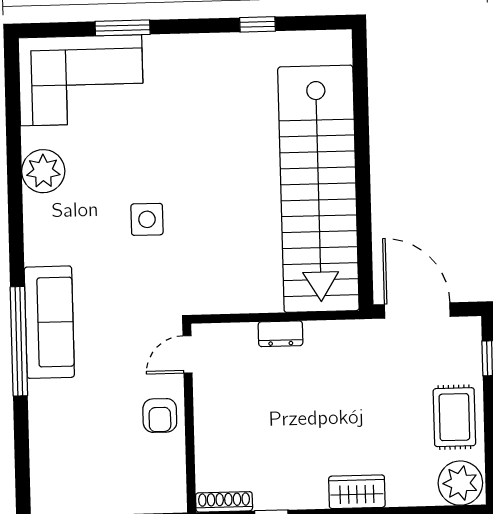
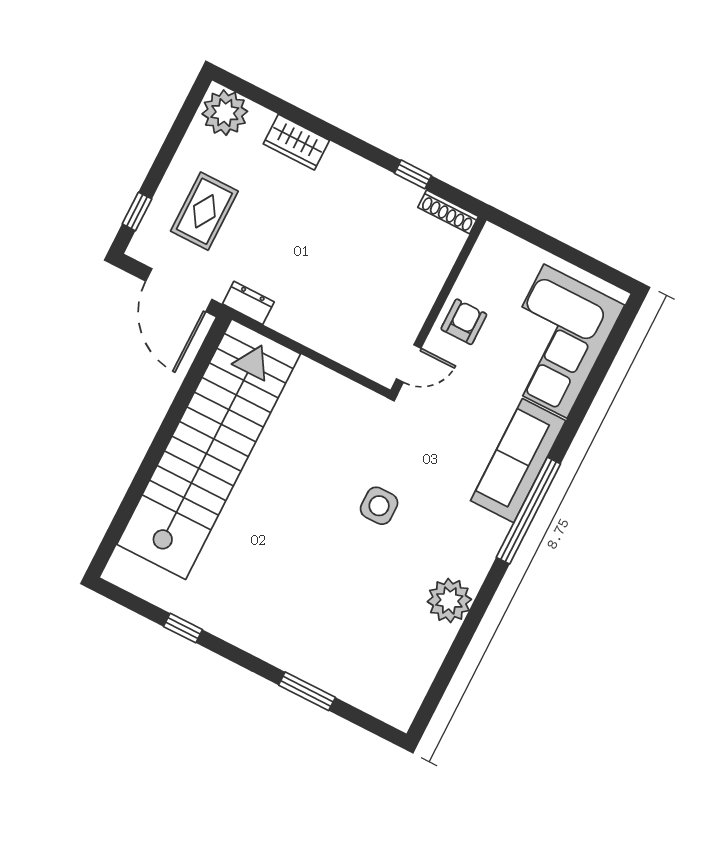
corner sofa: (81, 80) -> (555, 341), moved, turned -90
dresser: (280, 334) -> (248, 303), moved
window: (19, 341) -> (528, 511), moved
rug: (454, 417) -> (204, 211), moved
wardrobe: (357, 492) -> (296, 142), moved

